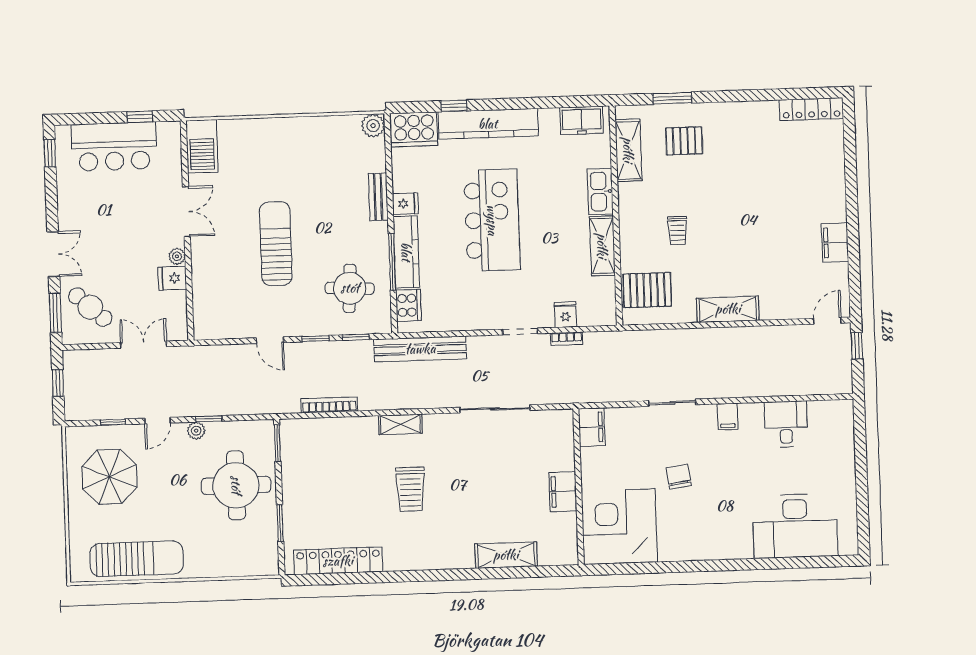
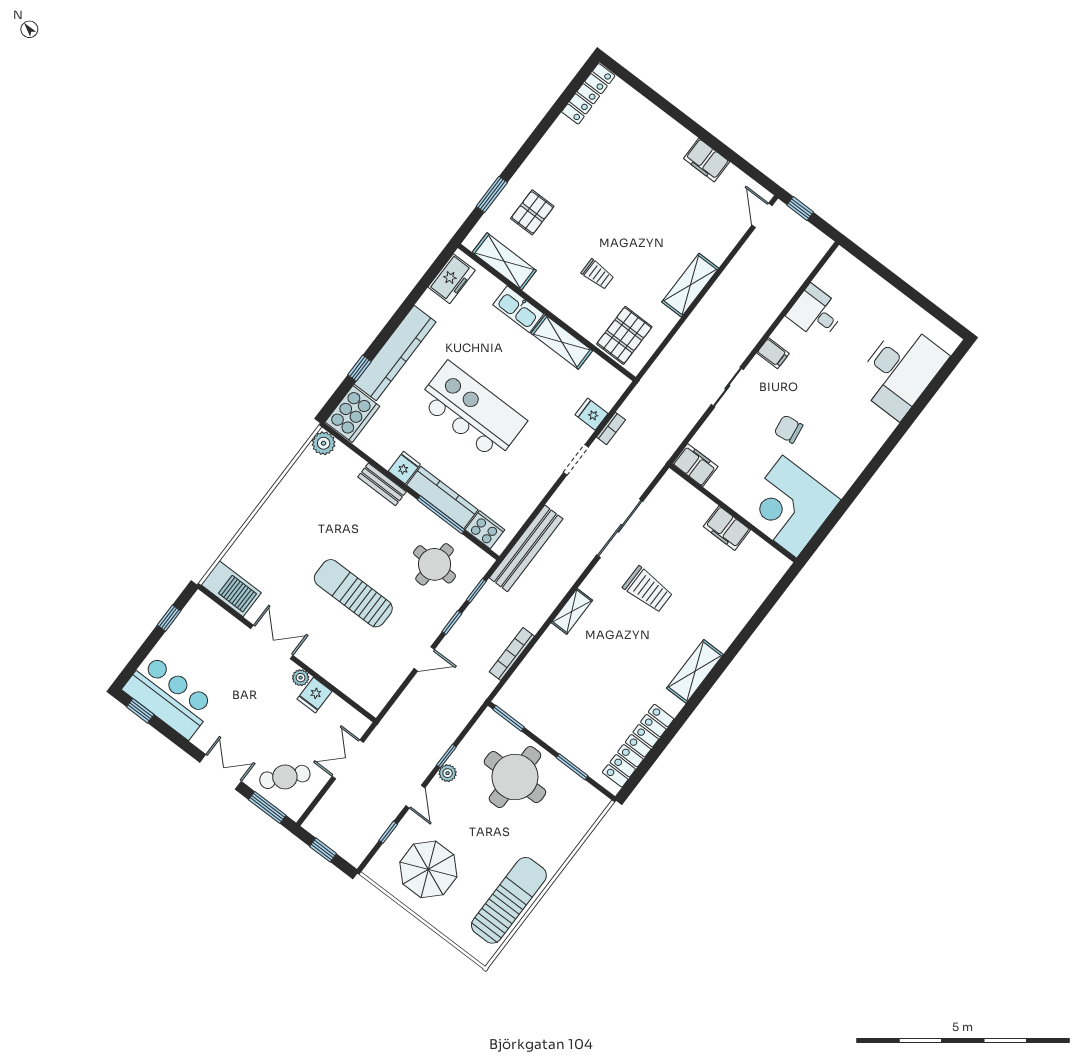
bar counter: (114, 146) -> (169, 696), moved, turned -90
trolley: (411, 489) -> (648, 590), moved
shelving: (506, 555) -> (695, 671), moved

